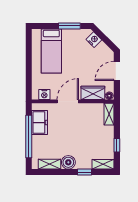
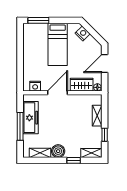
window: (69, 26) -> (38, 20), moved
bed: (51, 51) -> (58, 44), moved
shelving: (109, 114) -> (97, 116), moved
freezer: (39, 123) -> (31, 118), width x1.40
window: (29, 136) -> (20, 126), width x0.68

